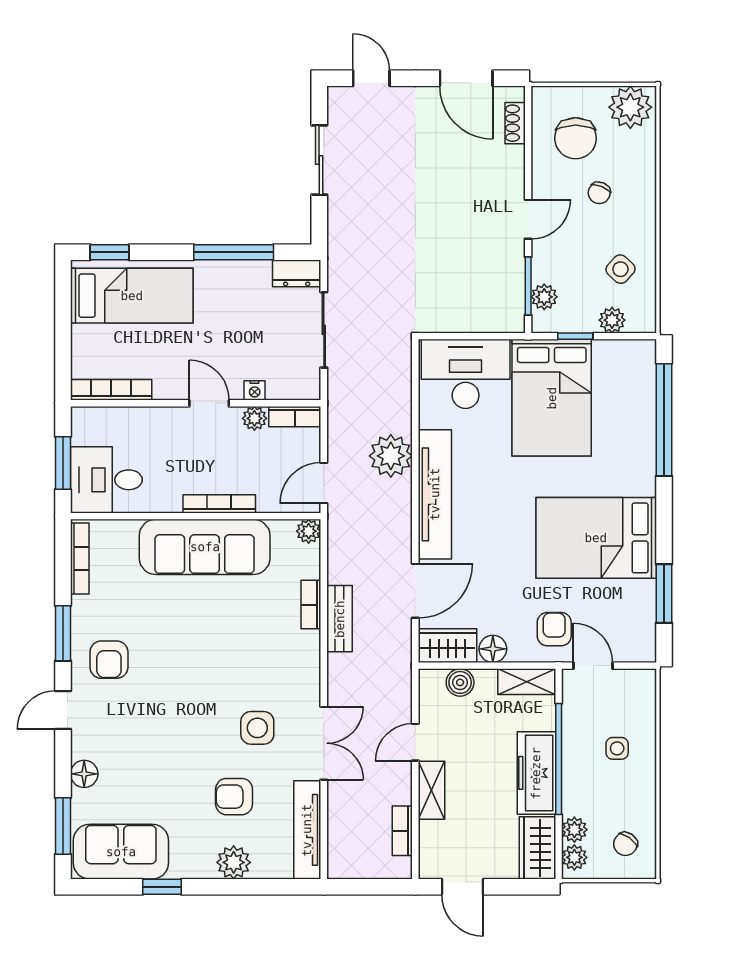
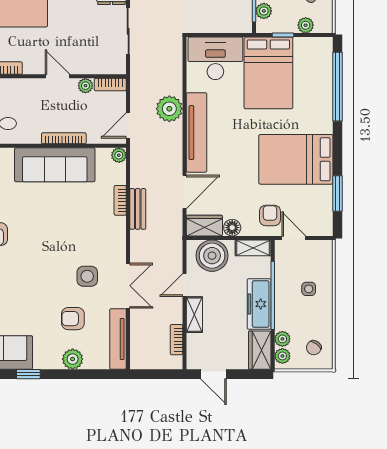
nightstand: (255, 390) -> (86, 68), removed
boiler: (460, 682) -> (212, 256), width x1.86, depth x1.86

